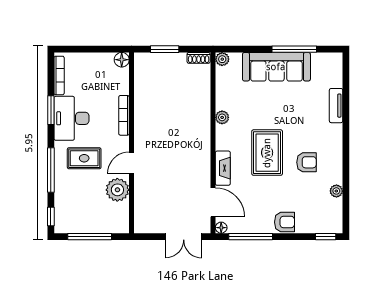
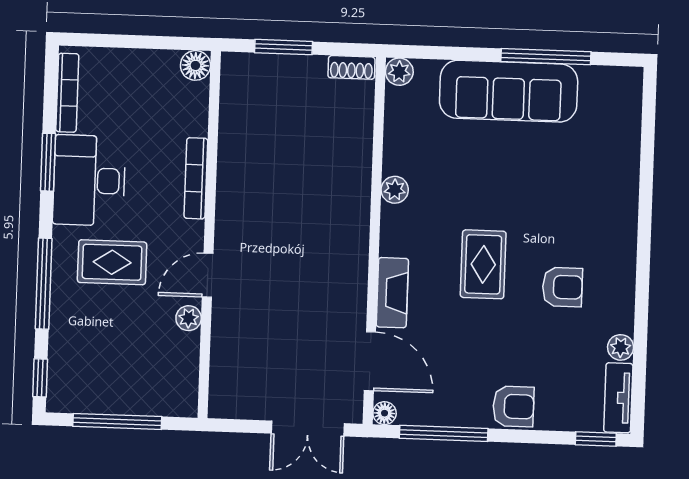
tv unit: (336, 106) -> (618, 398), moved
rug: (267, 153) -> (483, 264), width x0.73, depth x0.70
plant: (117, 190) -> (189, 318), width x0.53, depth x0.53

